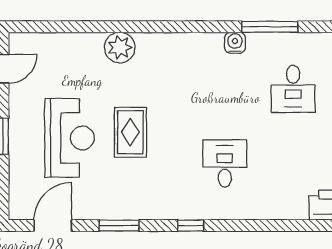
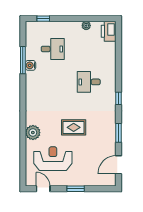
water cooler: (235, 43) -> (31, 65), moved
reception desk: (69, 138) -> (53, 159), moved
door: (53, 226) -> (119, 165), hinge flipped

